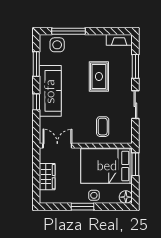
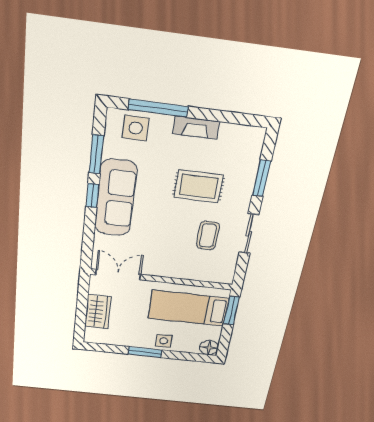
fireplace: (119, 40) -> (196, 128), moved
rug: (99, 77) -> (199, 186), turned 90
window: (36, 102) -> (92, 196), moved
coffee table: (103, 127) -> (208, 235), moved
bed: (107, 166) -> (188, 308), width x0.67

